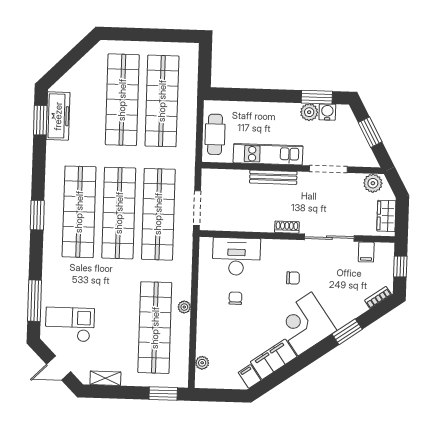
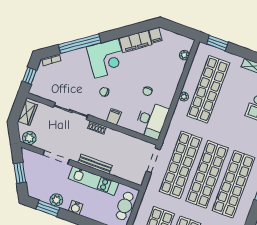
water cooler: (327, 112) -> (76, 208), moved
filing cabinet: (366, 252) -> (114, 117), moved
desk: (236, 256) -> (151, 120), moved, turned -90
window: (347, 332) -> (80, 44), width x2.11

